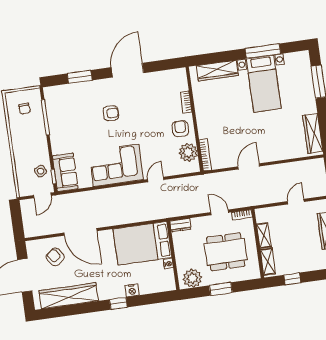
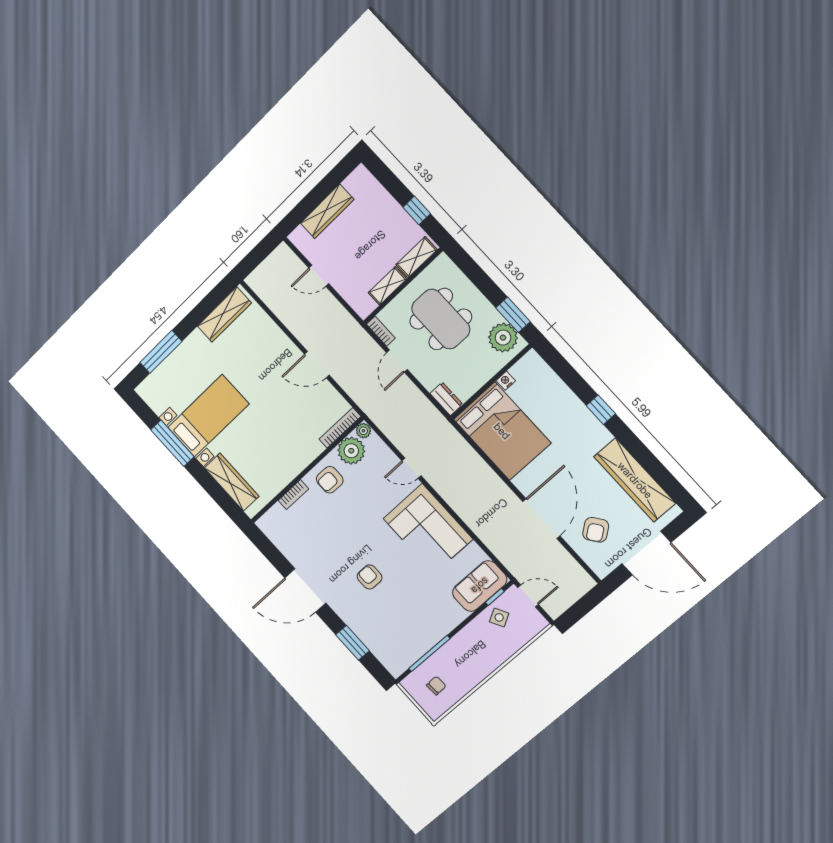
plant: (195, 167) -> (363, 431), added
window: (221, 289) -> (513, 315), moved
nightstand: (132, 290) -> (572, 404), removed

